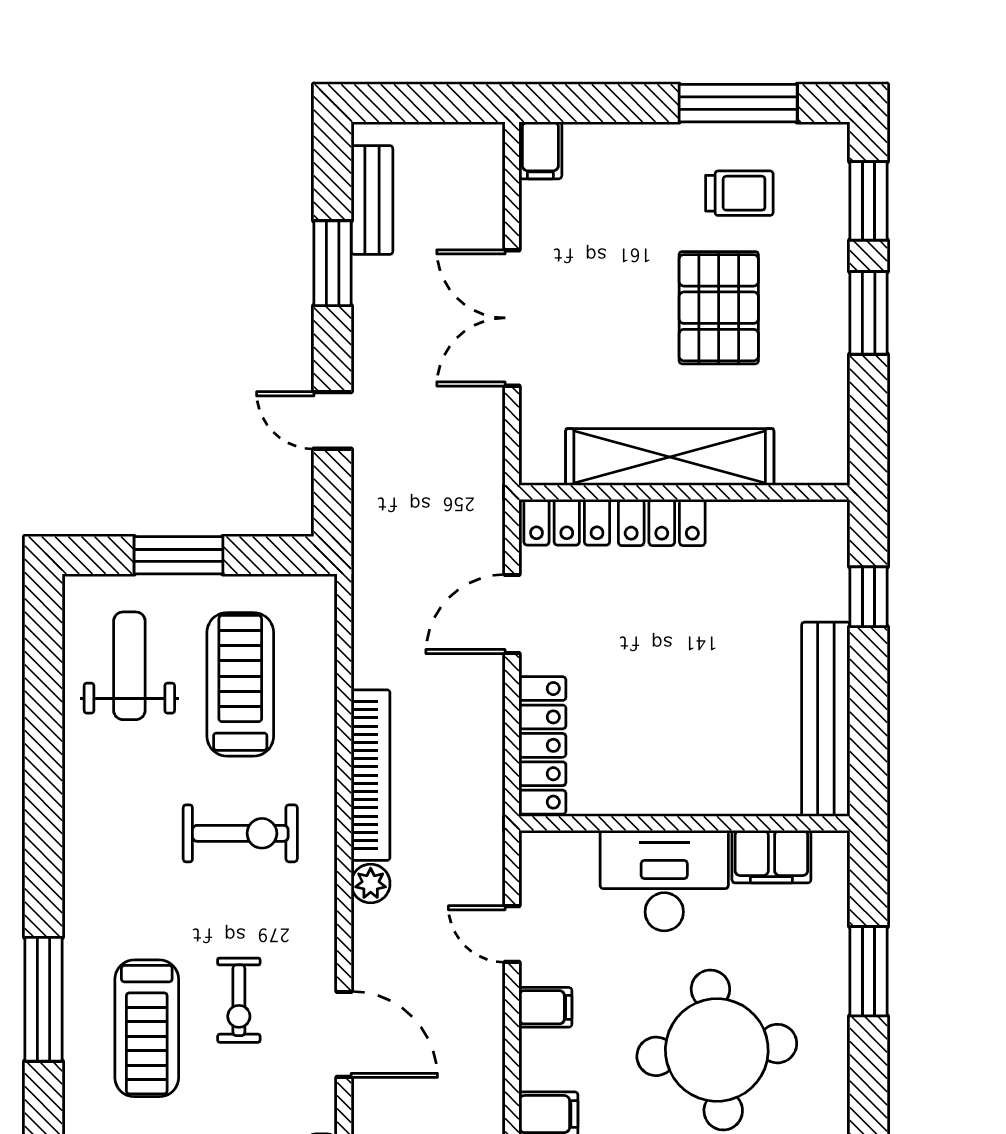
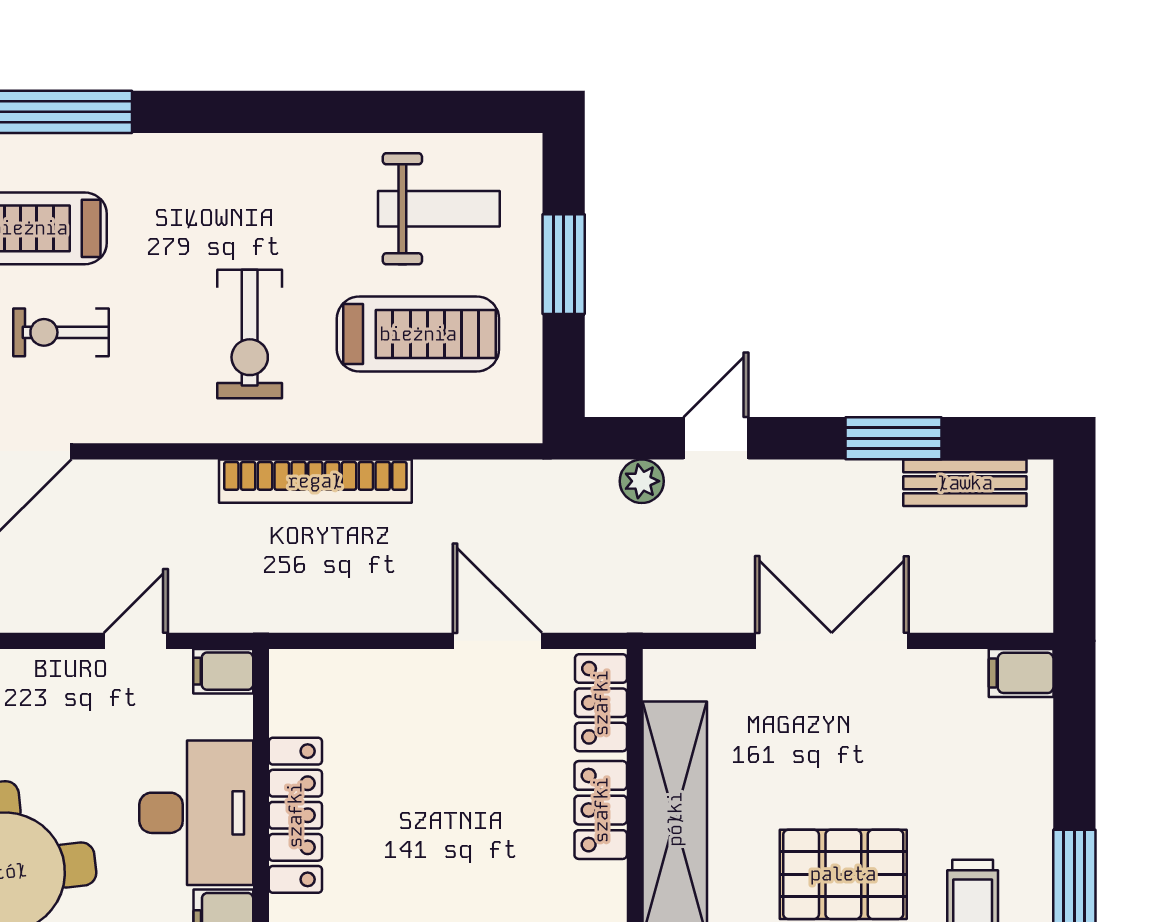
locker: (542, 745) -> (295, 815), moved, turned -90
plant: (371, 884) -> (642, 481), moved
filing cabinet: (545, 1007) -> (223, 671), moved, turned 90

